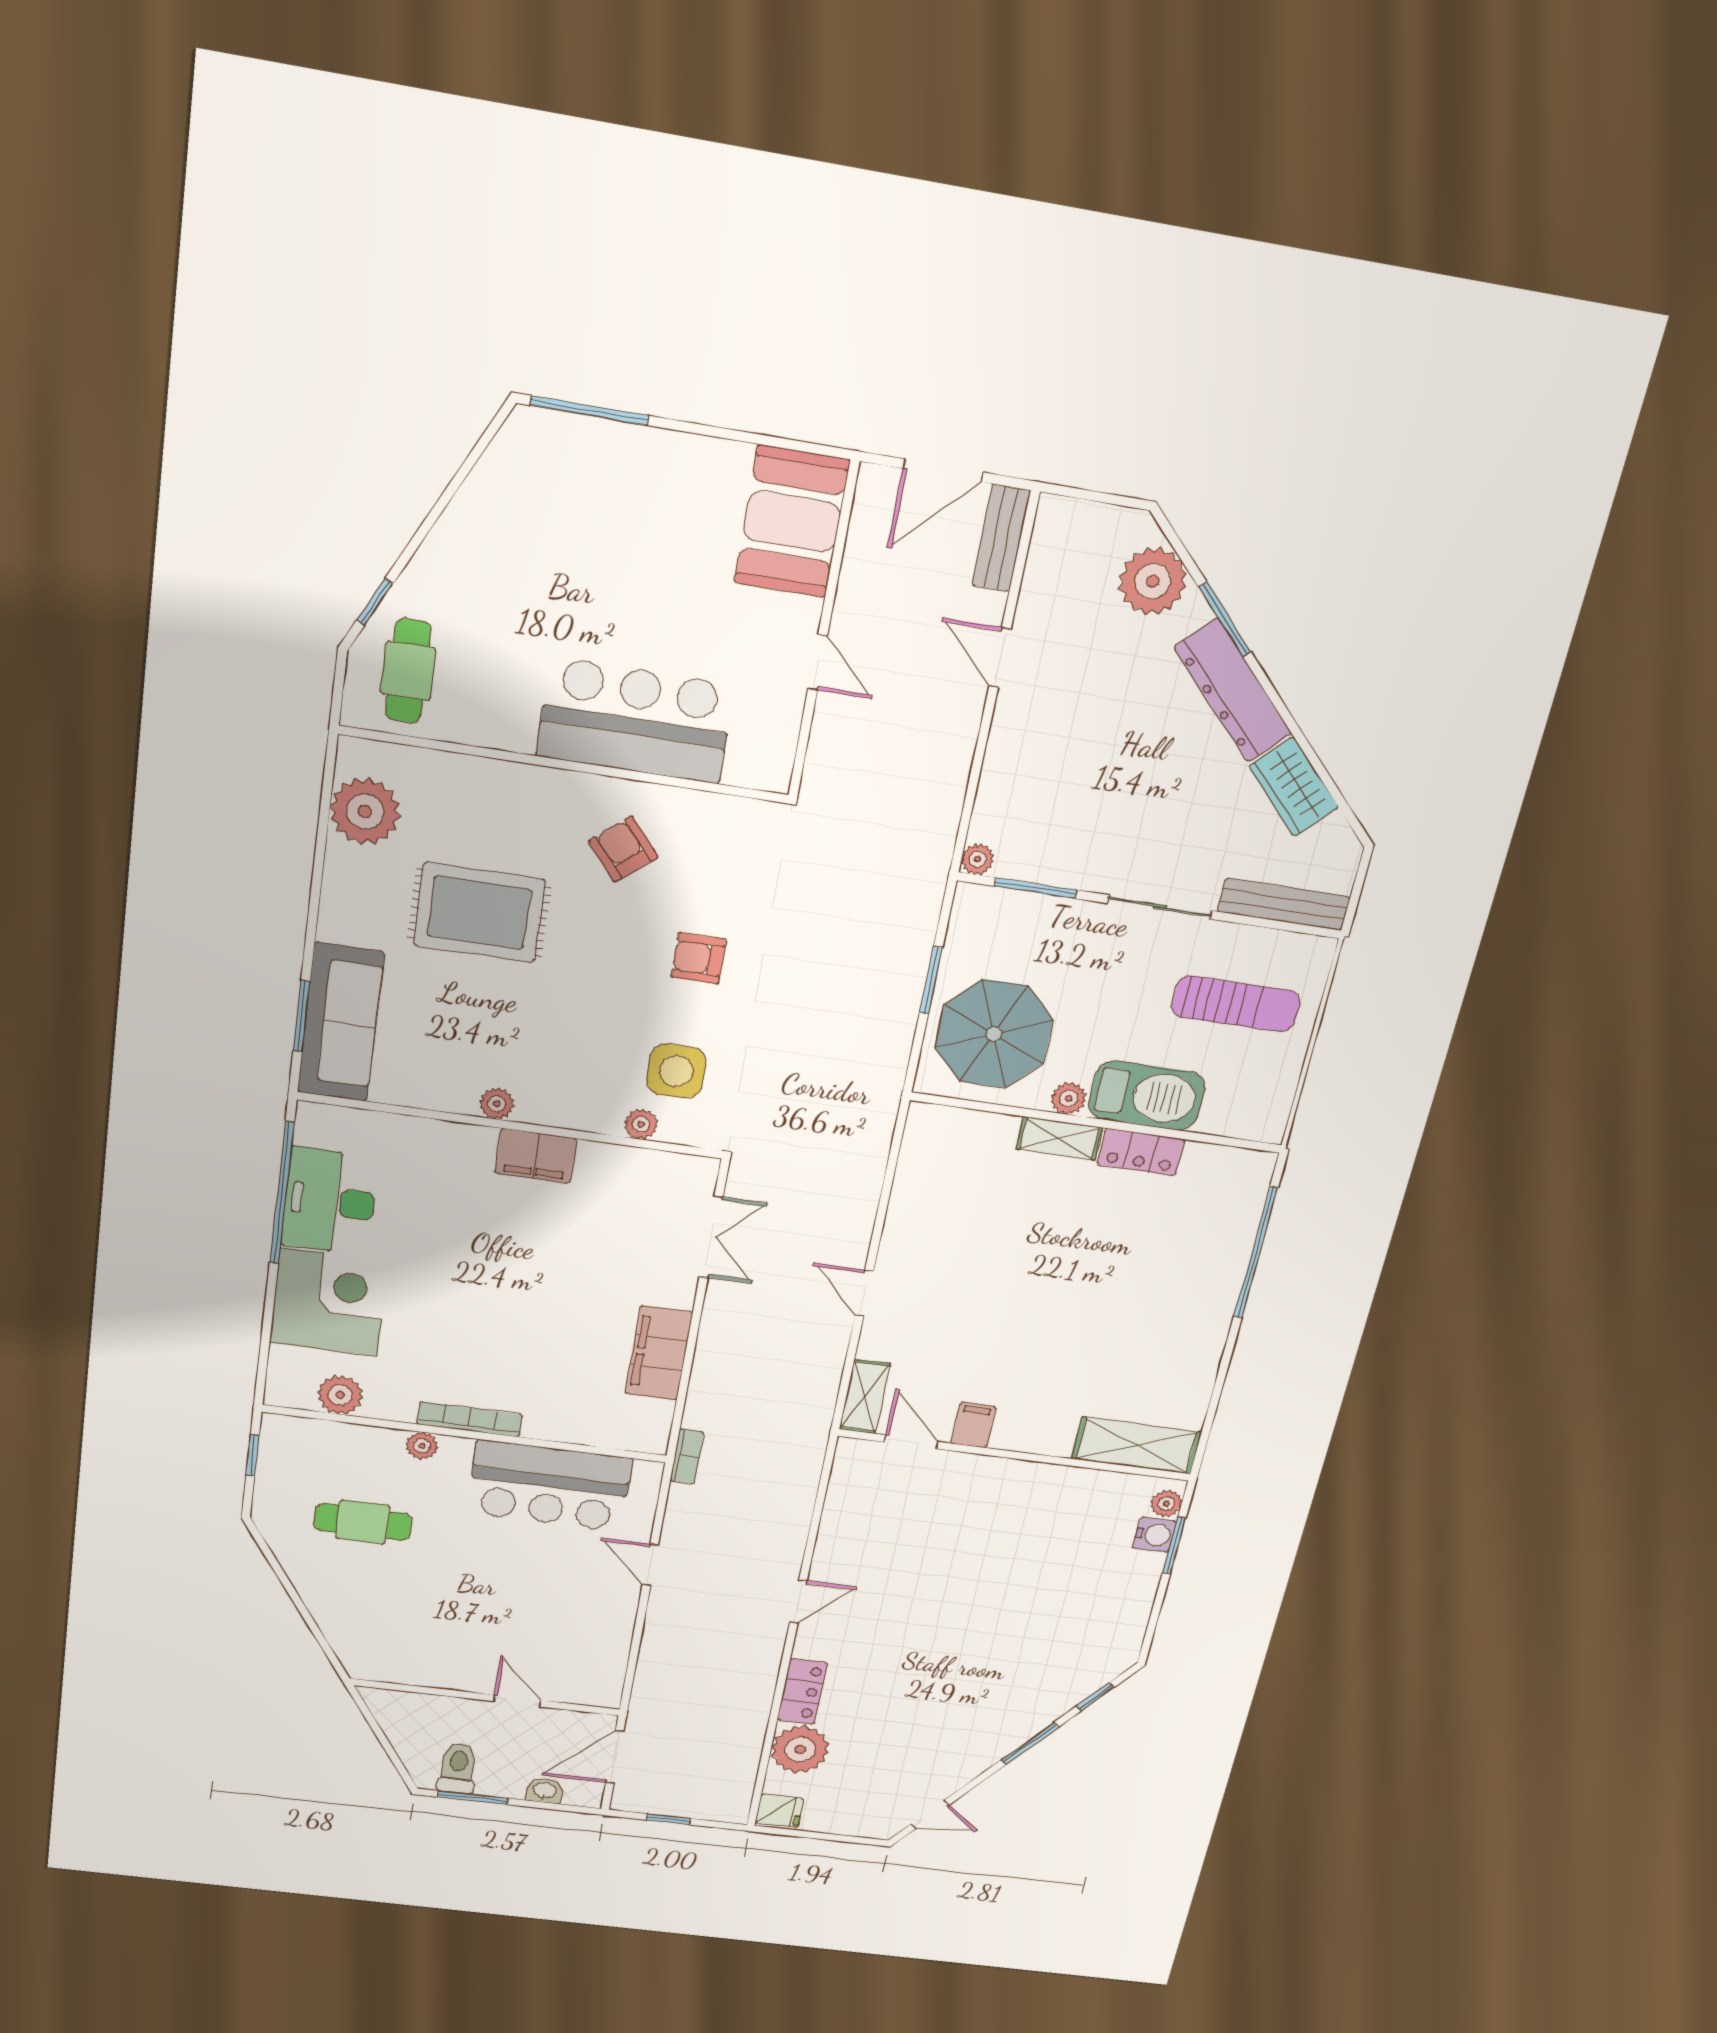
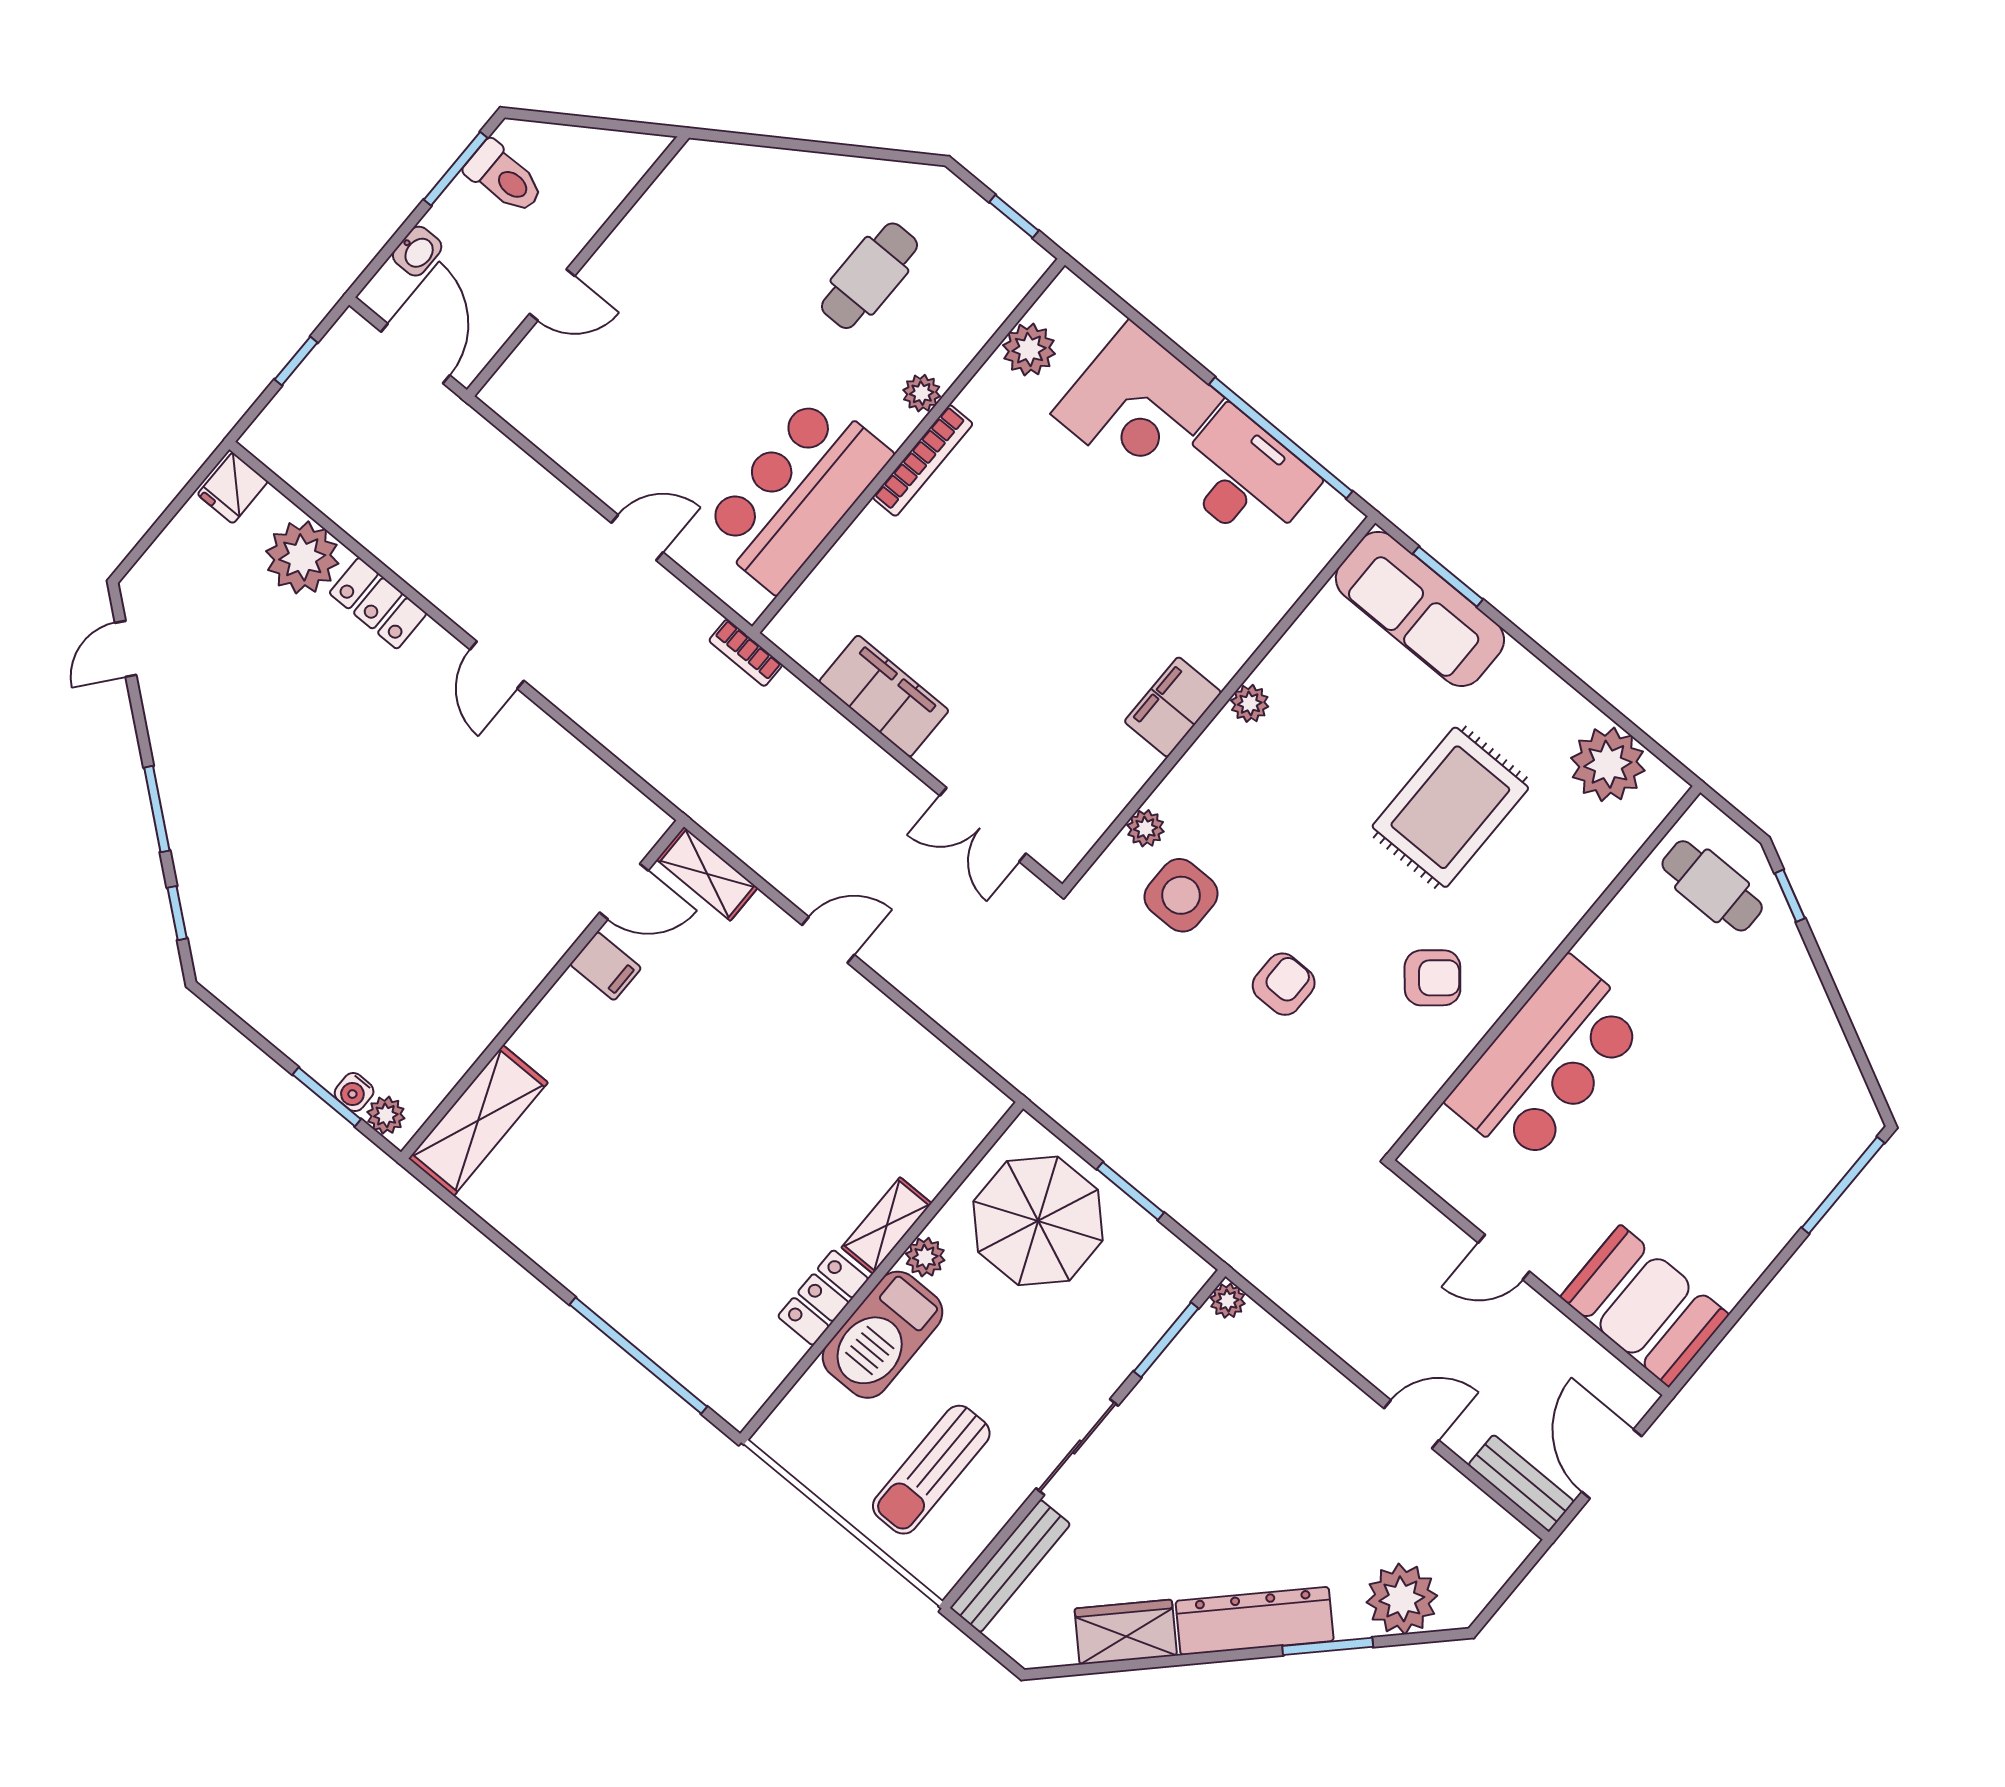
water cooler: (1155, 1535) -> (354, 1092), width x0.72, depth x0.72

